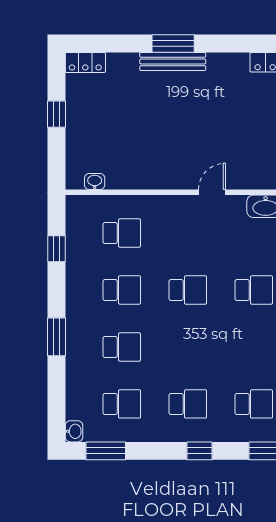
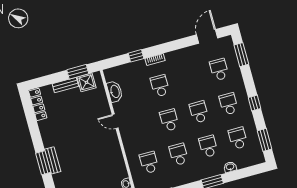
bench: (173, 61) -> (53, 160), width x0.73
school desk: (188, 347) -> (199, 112), added
washbasin: (74, 431) -> (230, 167), moved
window: (200, 451) -> (255, 103), moved

